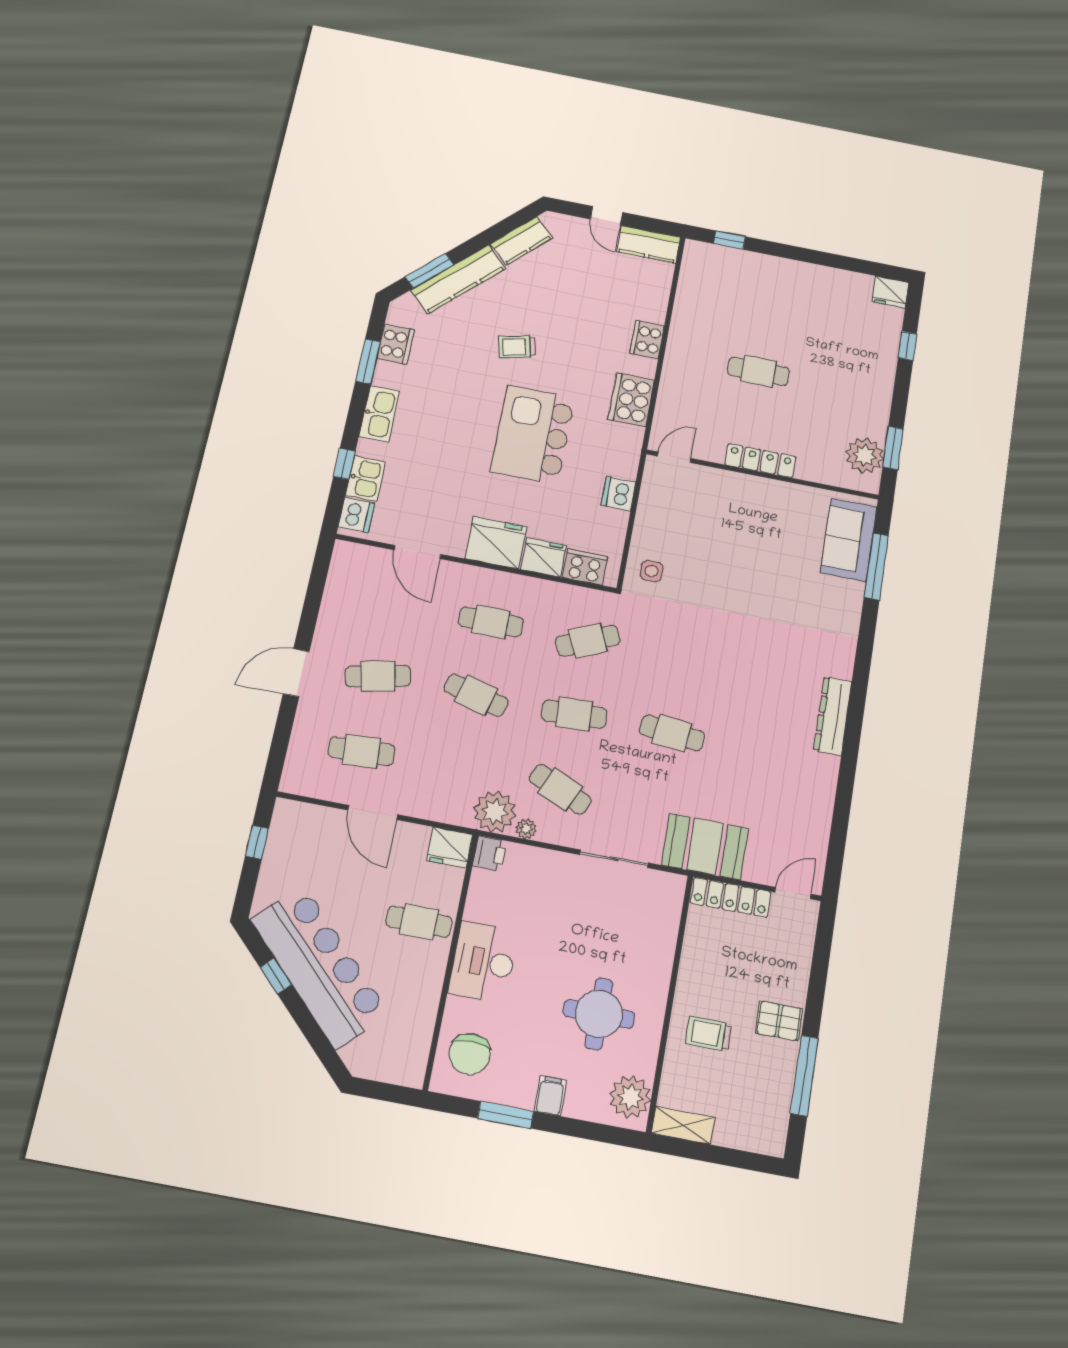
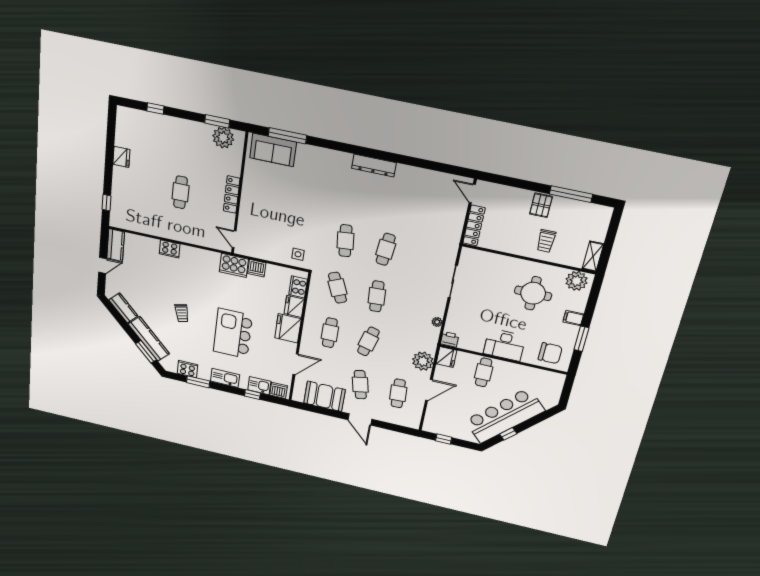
fridge: (890, 292) -> (121, 157), moved
cooker: (631, 400) -> (234, 265), moved
kitchen island: (533, 434) -> (233, 333), moved, turned 90
cafe table: (560, 789) -> (345, 241), moved, turned -30
plant: (495, 812) -> (423, 361), moved
booth: (705, 847) -> (324, 396), moved, turned 90

